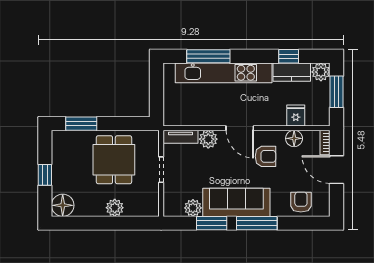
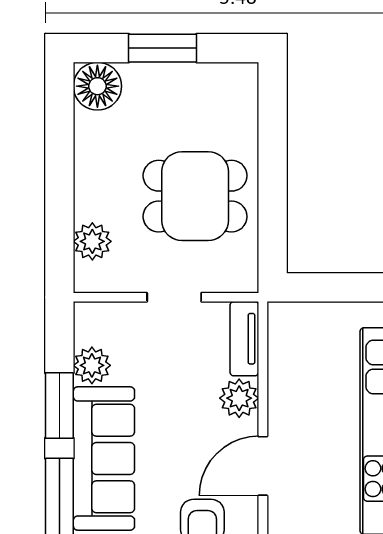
window: (81, 124) -> (273, 126), removed
window: (45, 175) -> (163, 48), width x1.50
plant: (115, 208) -> (92, 241), moved

